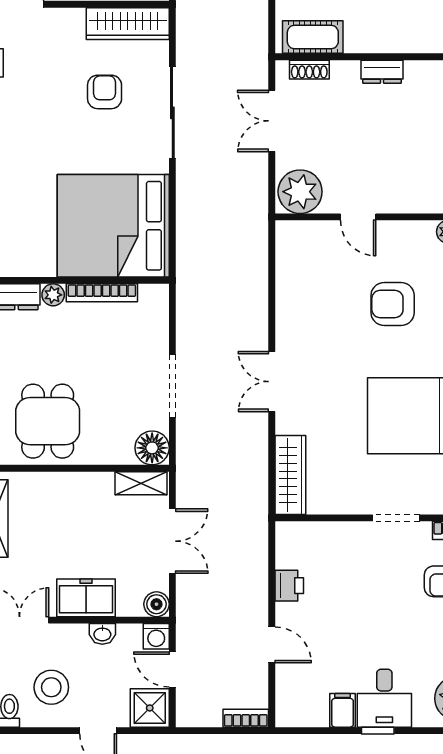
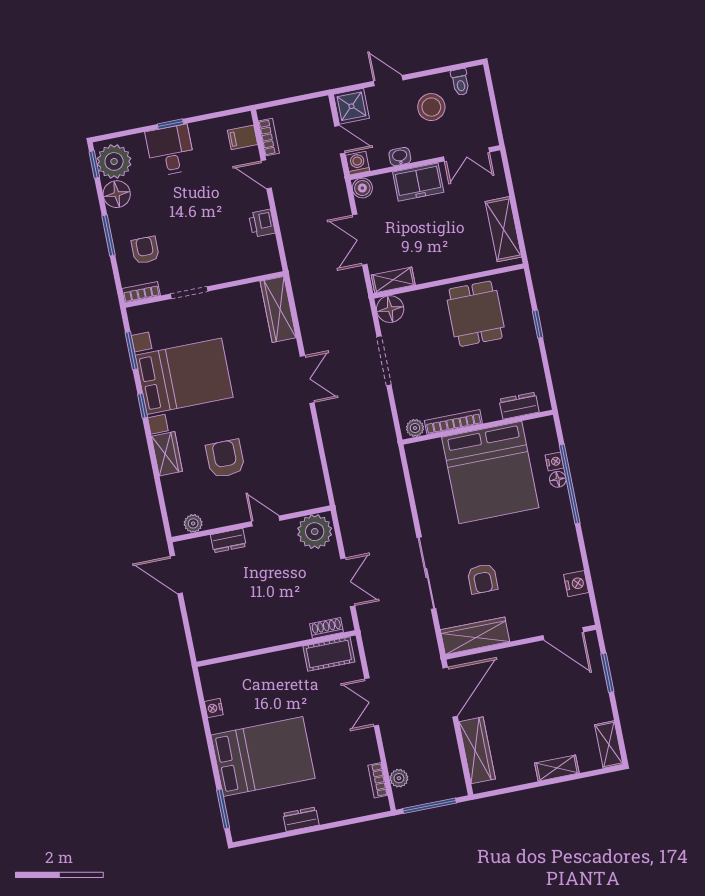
dresser: (382, 72) -> (228, 541), moved, turned 180
bed: (113, 226) -> (490, 472), moved, turned 90
plant: (53, 295) -> (415, 428), moved
armchair: (393, 304) -> (225, 459), turned -90
filing cabinet: (343, 710) -> (242, 137), moved, turned 90
bookcase: (246, 718) -> (269, 137), moved, turned -90

